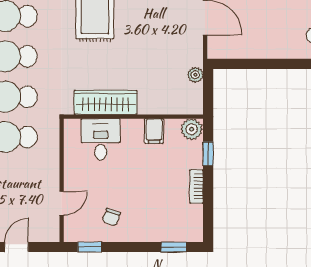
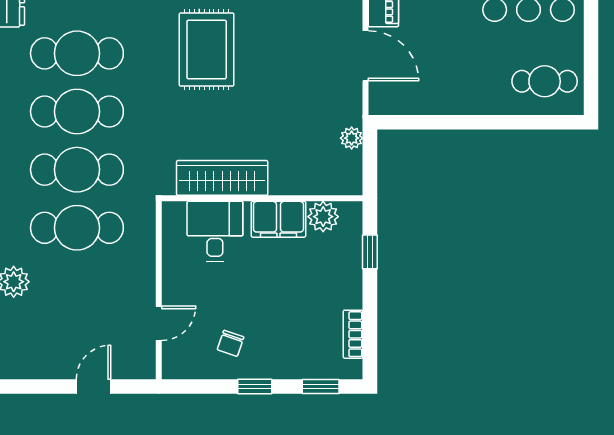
plant: (192, 129) -> (323, 217), moved
filing cabinet: (154, 131) -> (278, 219), width x2.00
bookcase: (196, 187) -> (353, 334), moved
window: (90, 247) -> (255, 386), moved

